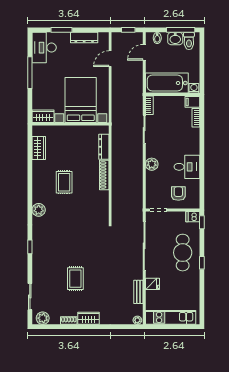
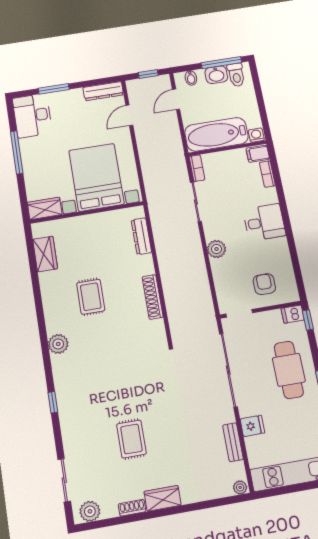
dresser: (84, 38) -> (103, 91), moved
desk: (187, 167) -> (264, 222), moved
shoe rack: (104, 175) -> (153, 297), moved

